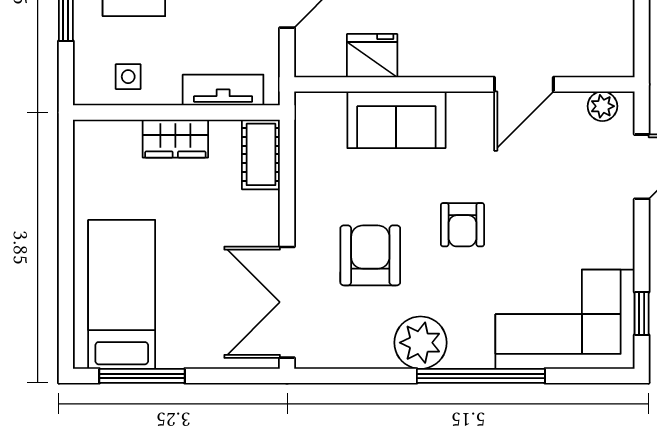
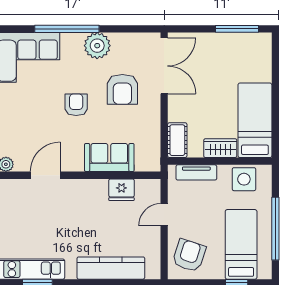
side table: (128, 77) -> (244, 179), width x1.87, depth x1.87
bed: (122, 294) -> (255, 120), moved, turned 180

